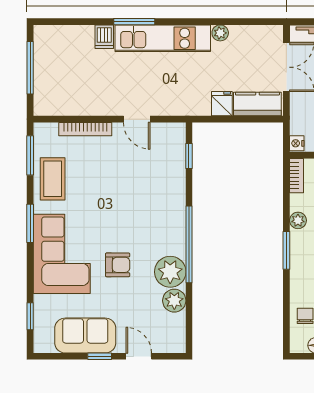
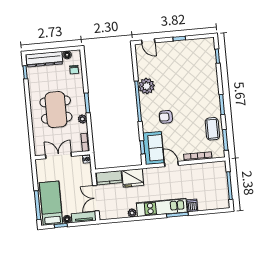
fridge: (222, 104) -> (133, 178), width x1.88, depth x1.34
corner sofa: (62, 254) -> (204, 90), removed
armchair: (118, 265) -> (166, 117), moved
plant: (174, 301) -> (143, 71), removed
sofa: (85, 336) -> (153, 148), moved, turned -90
door: (139, 356) -> (148, 41), moved

